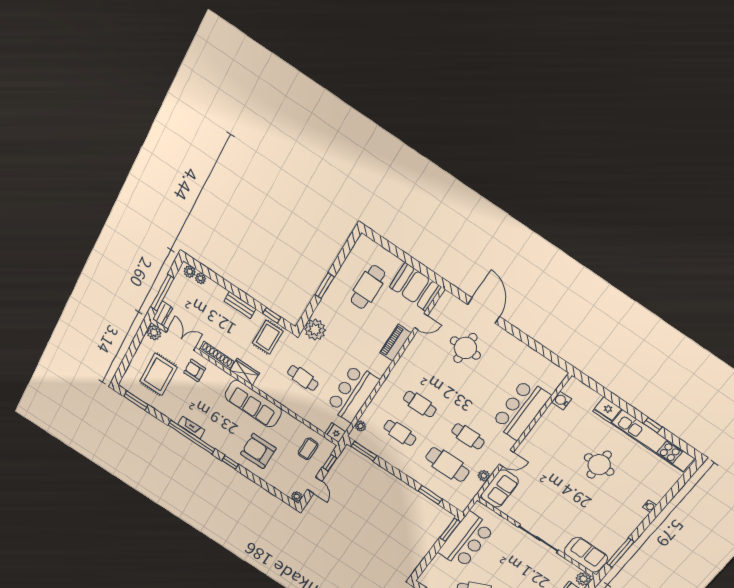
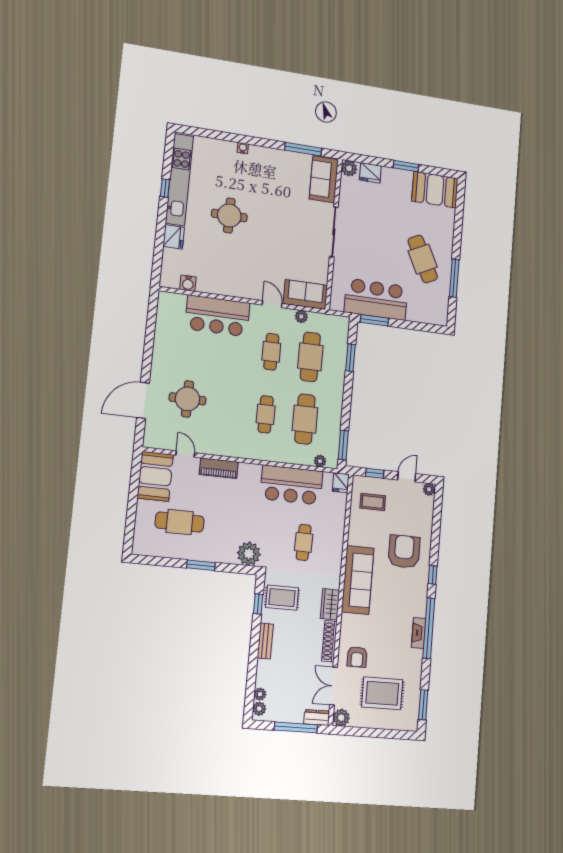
cafe table: (400, 433) -> (305, 419), width x1.37, depth x1.35
armchair: (258, 451) -> (404, 552), turned 180

